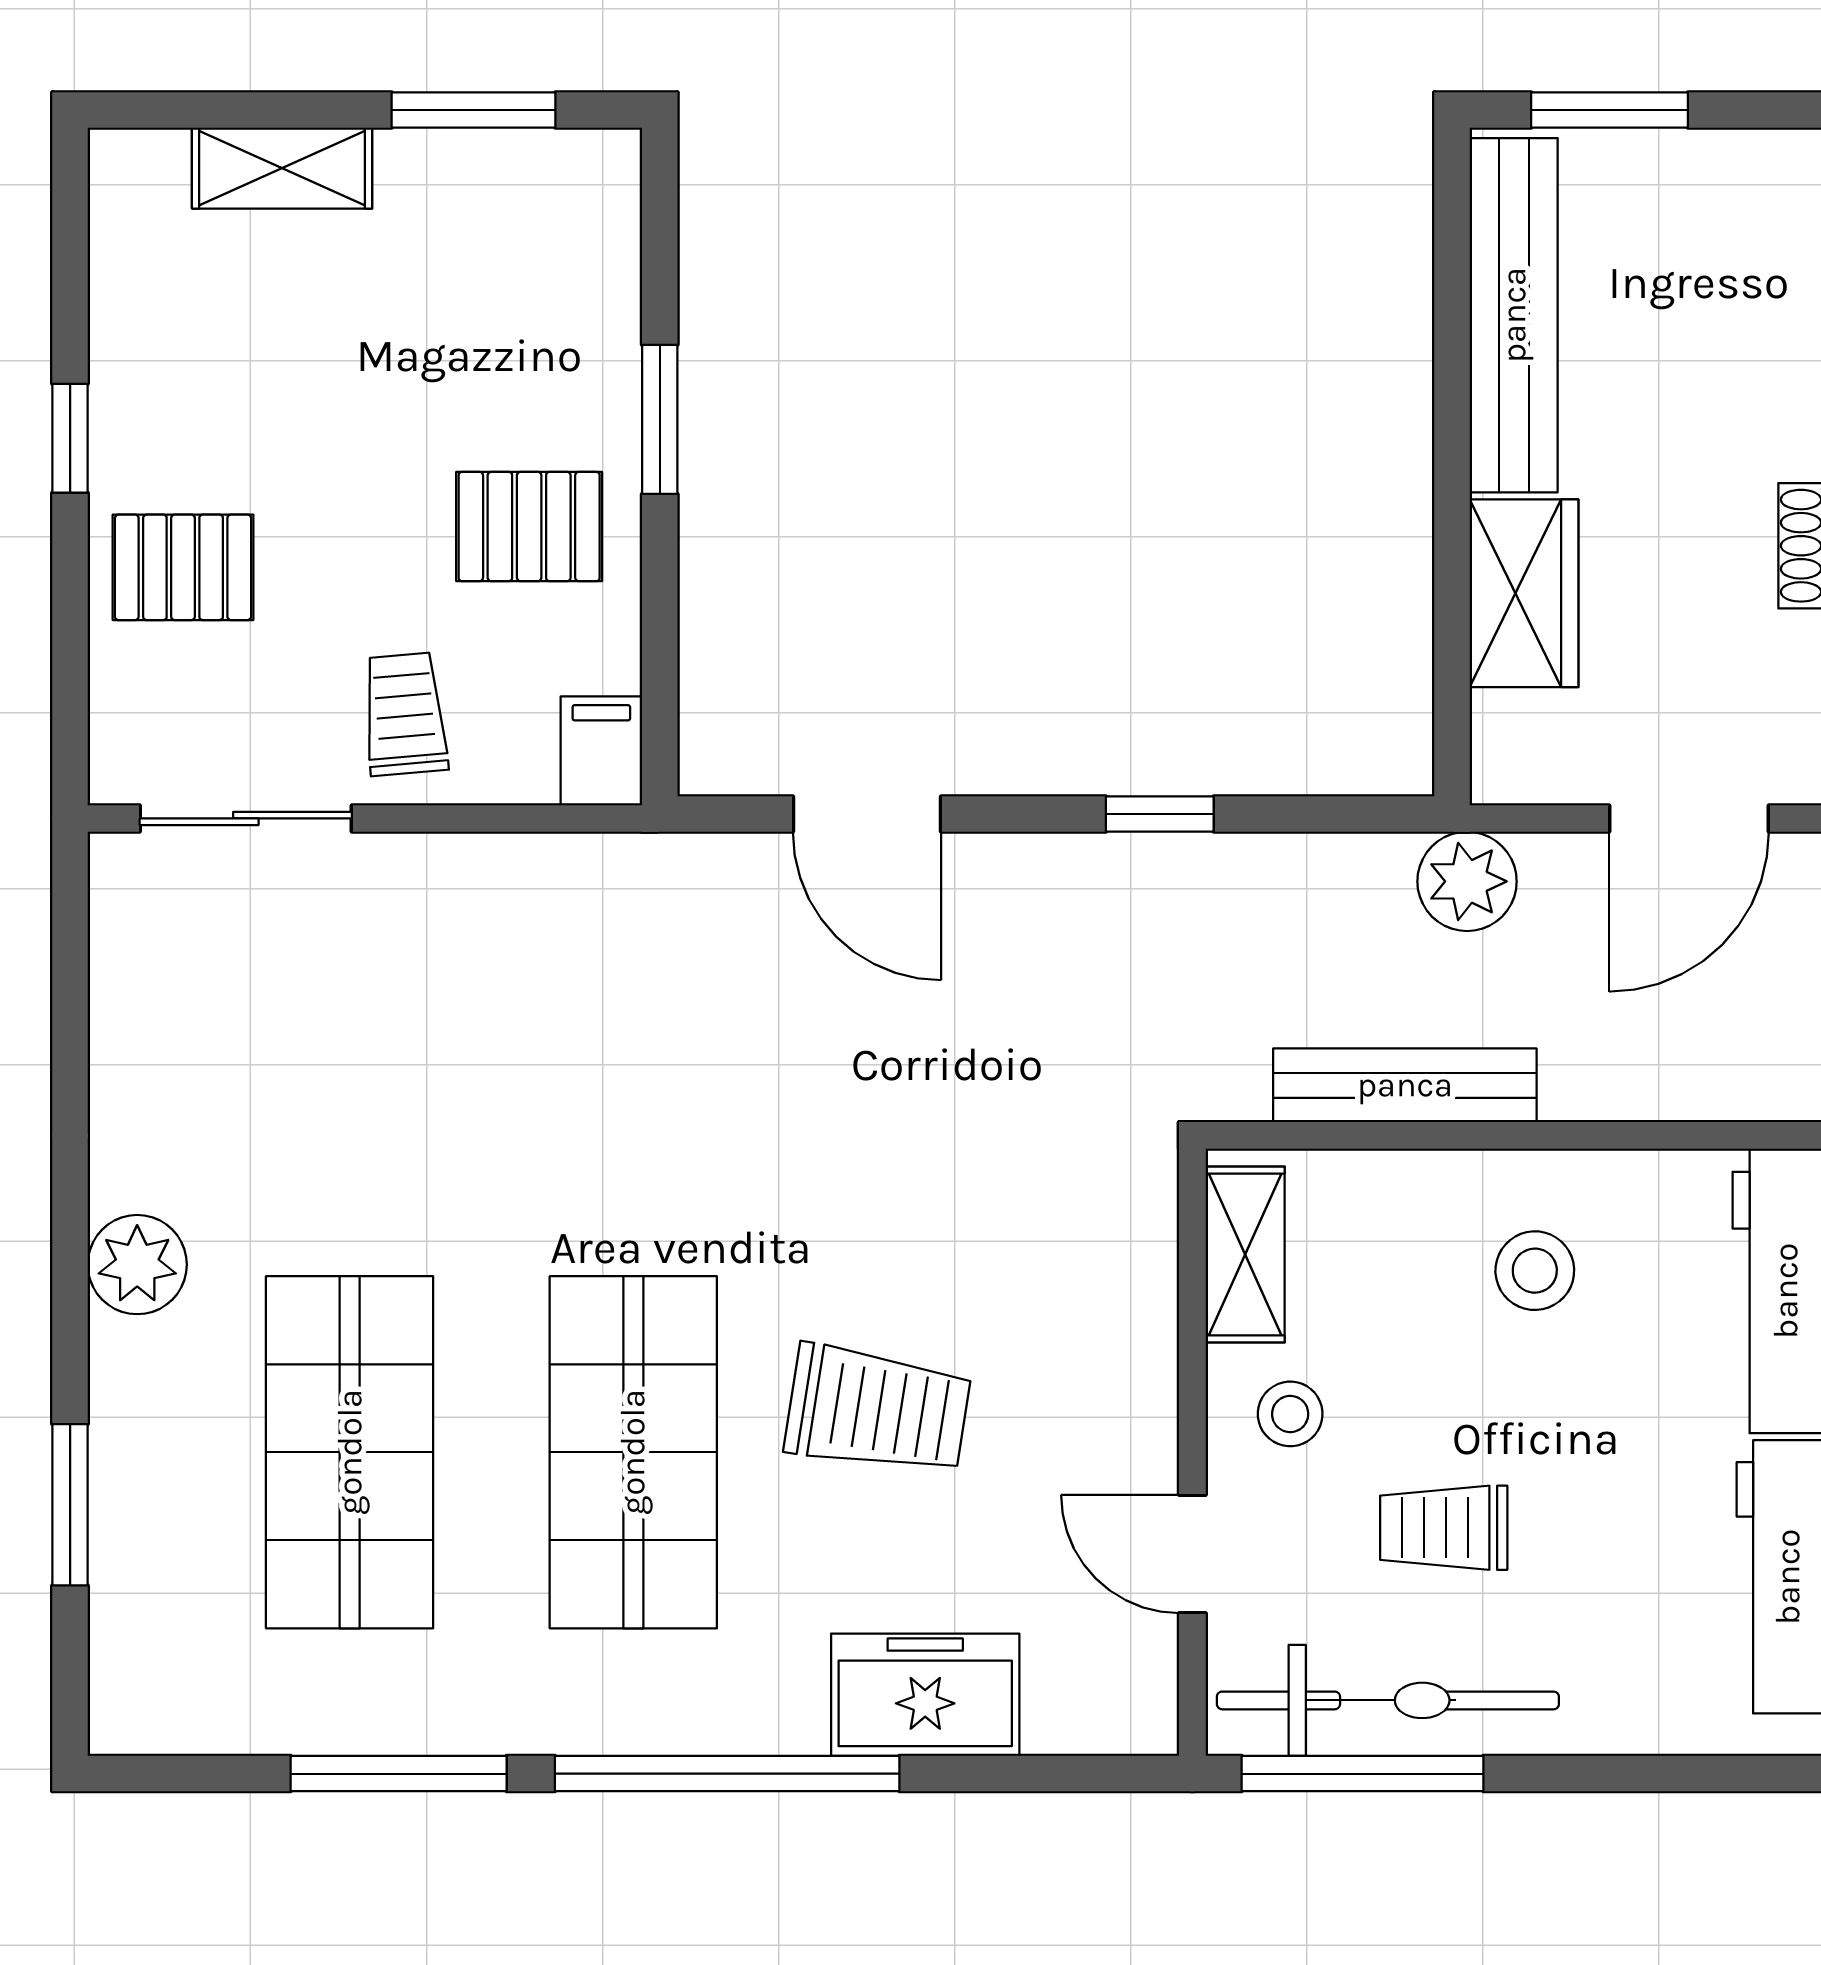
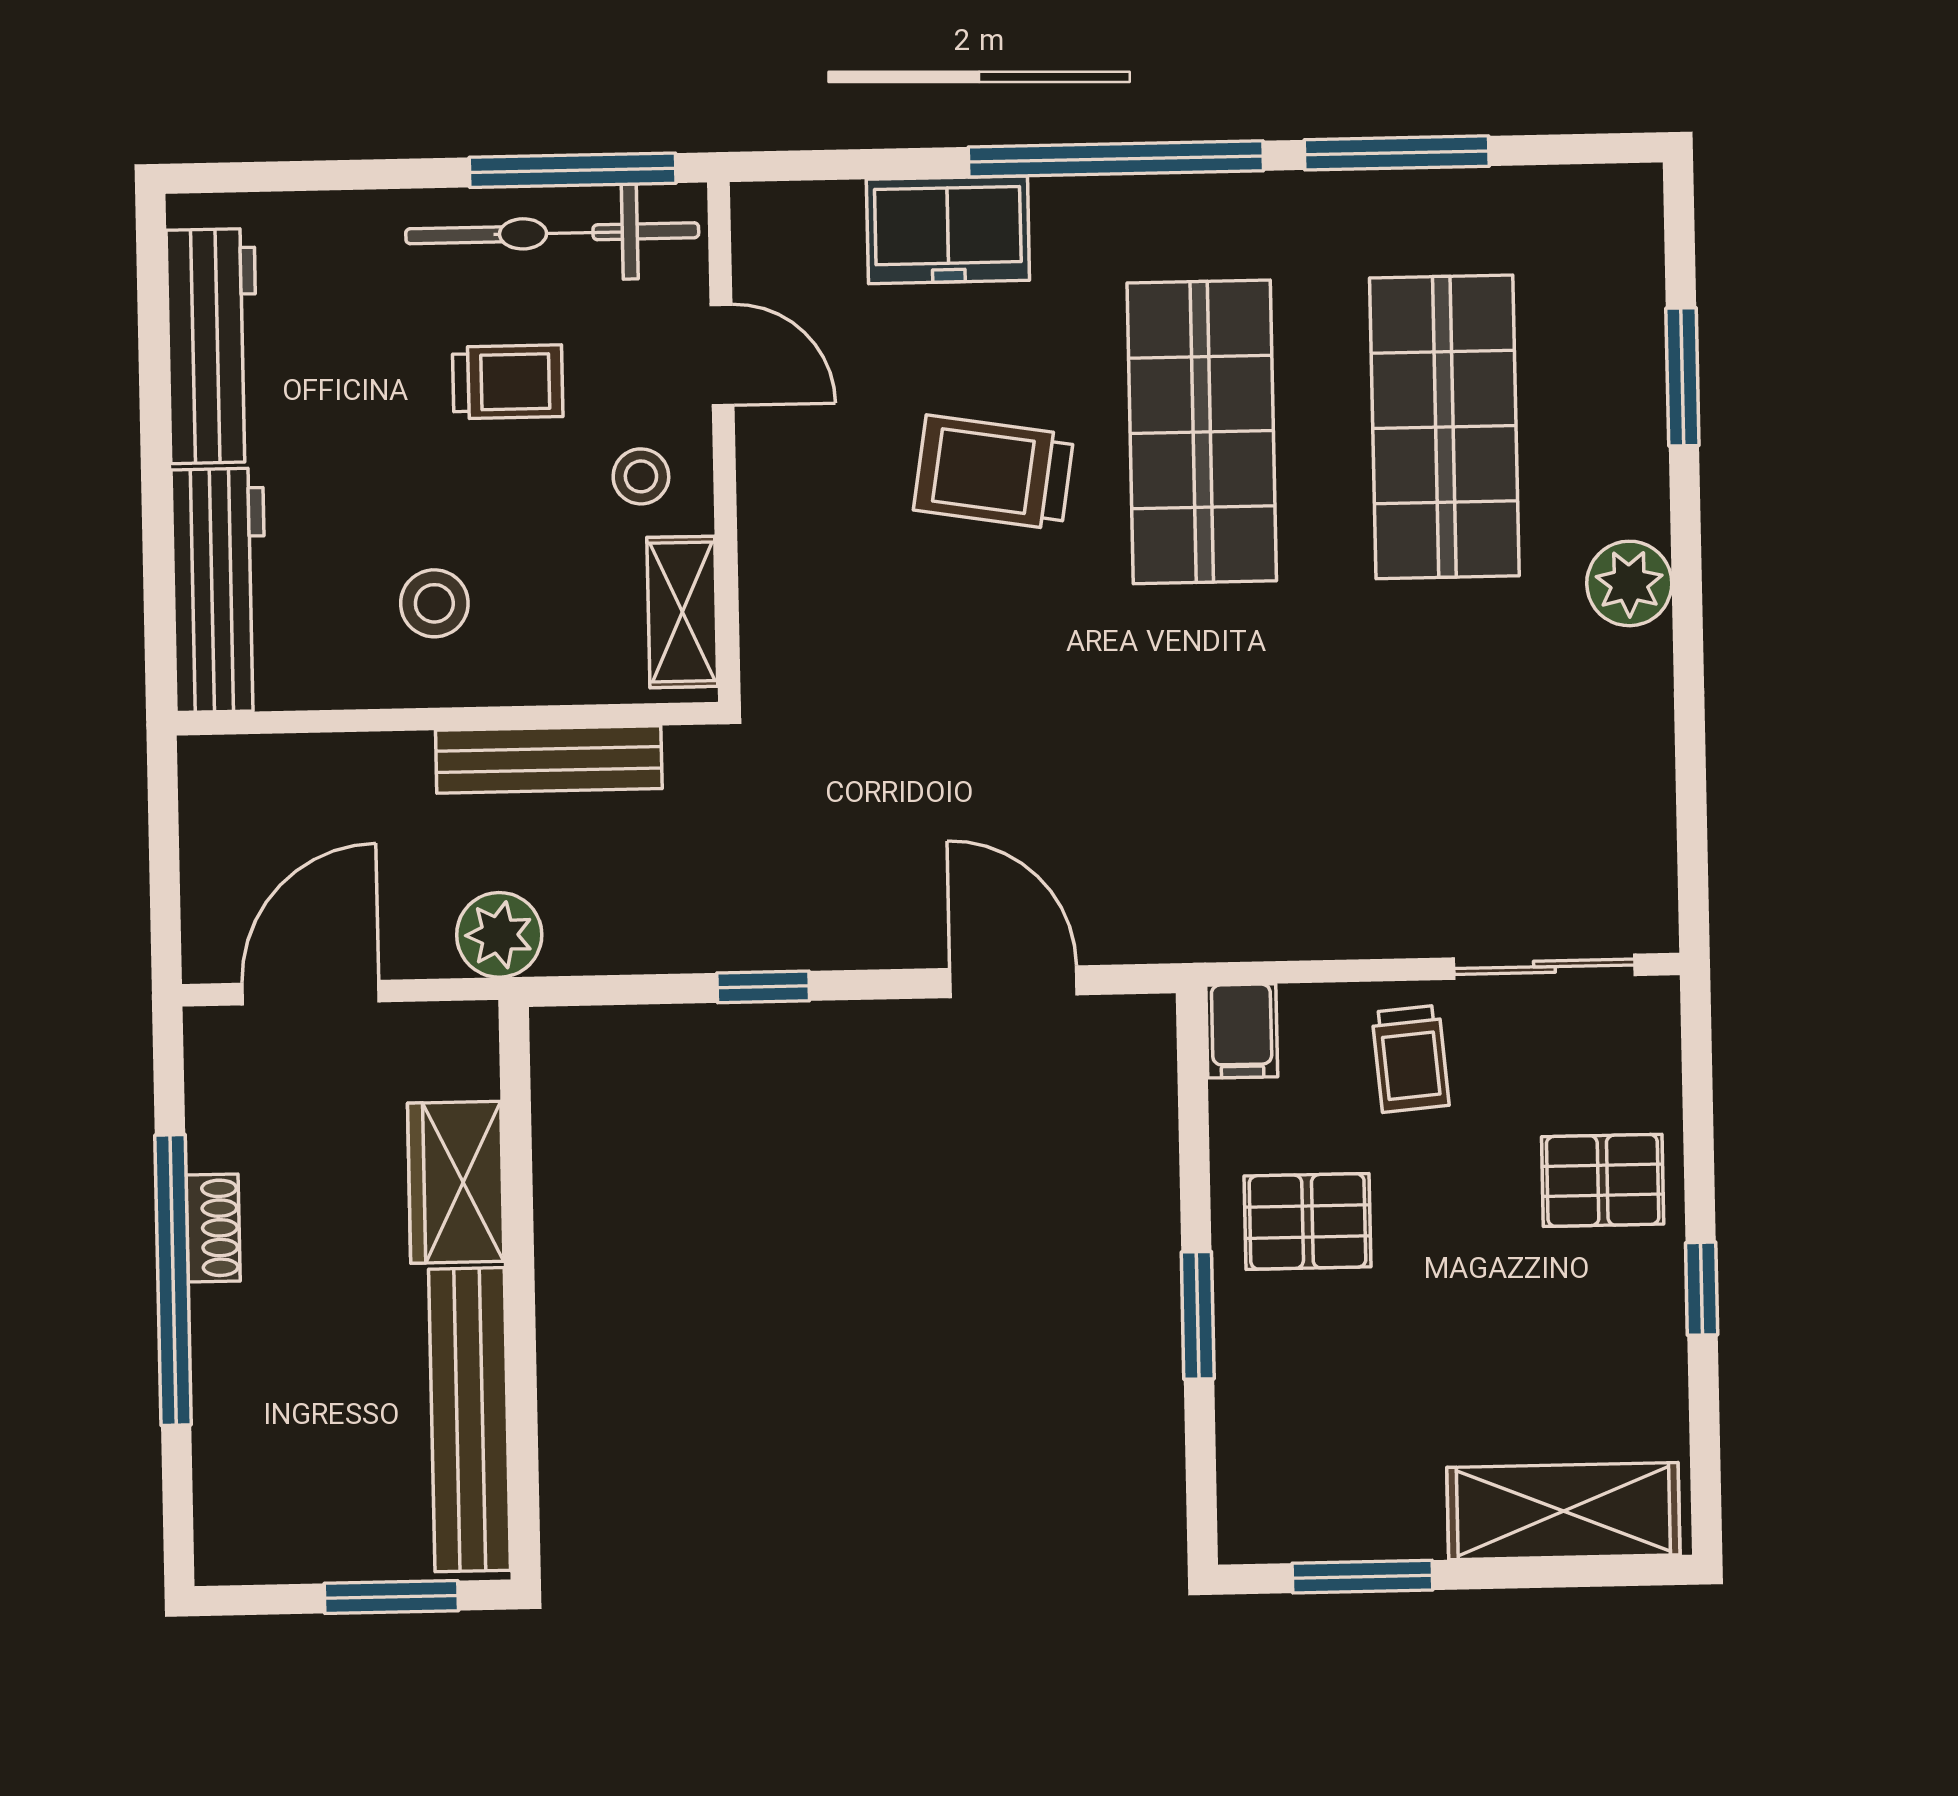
shelving: (282, 168) -> (1563, 1511), width x1.50, depth x1.33

